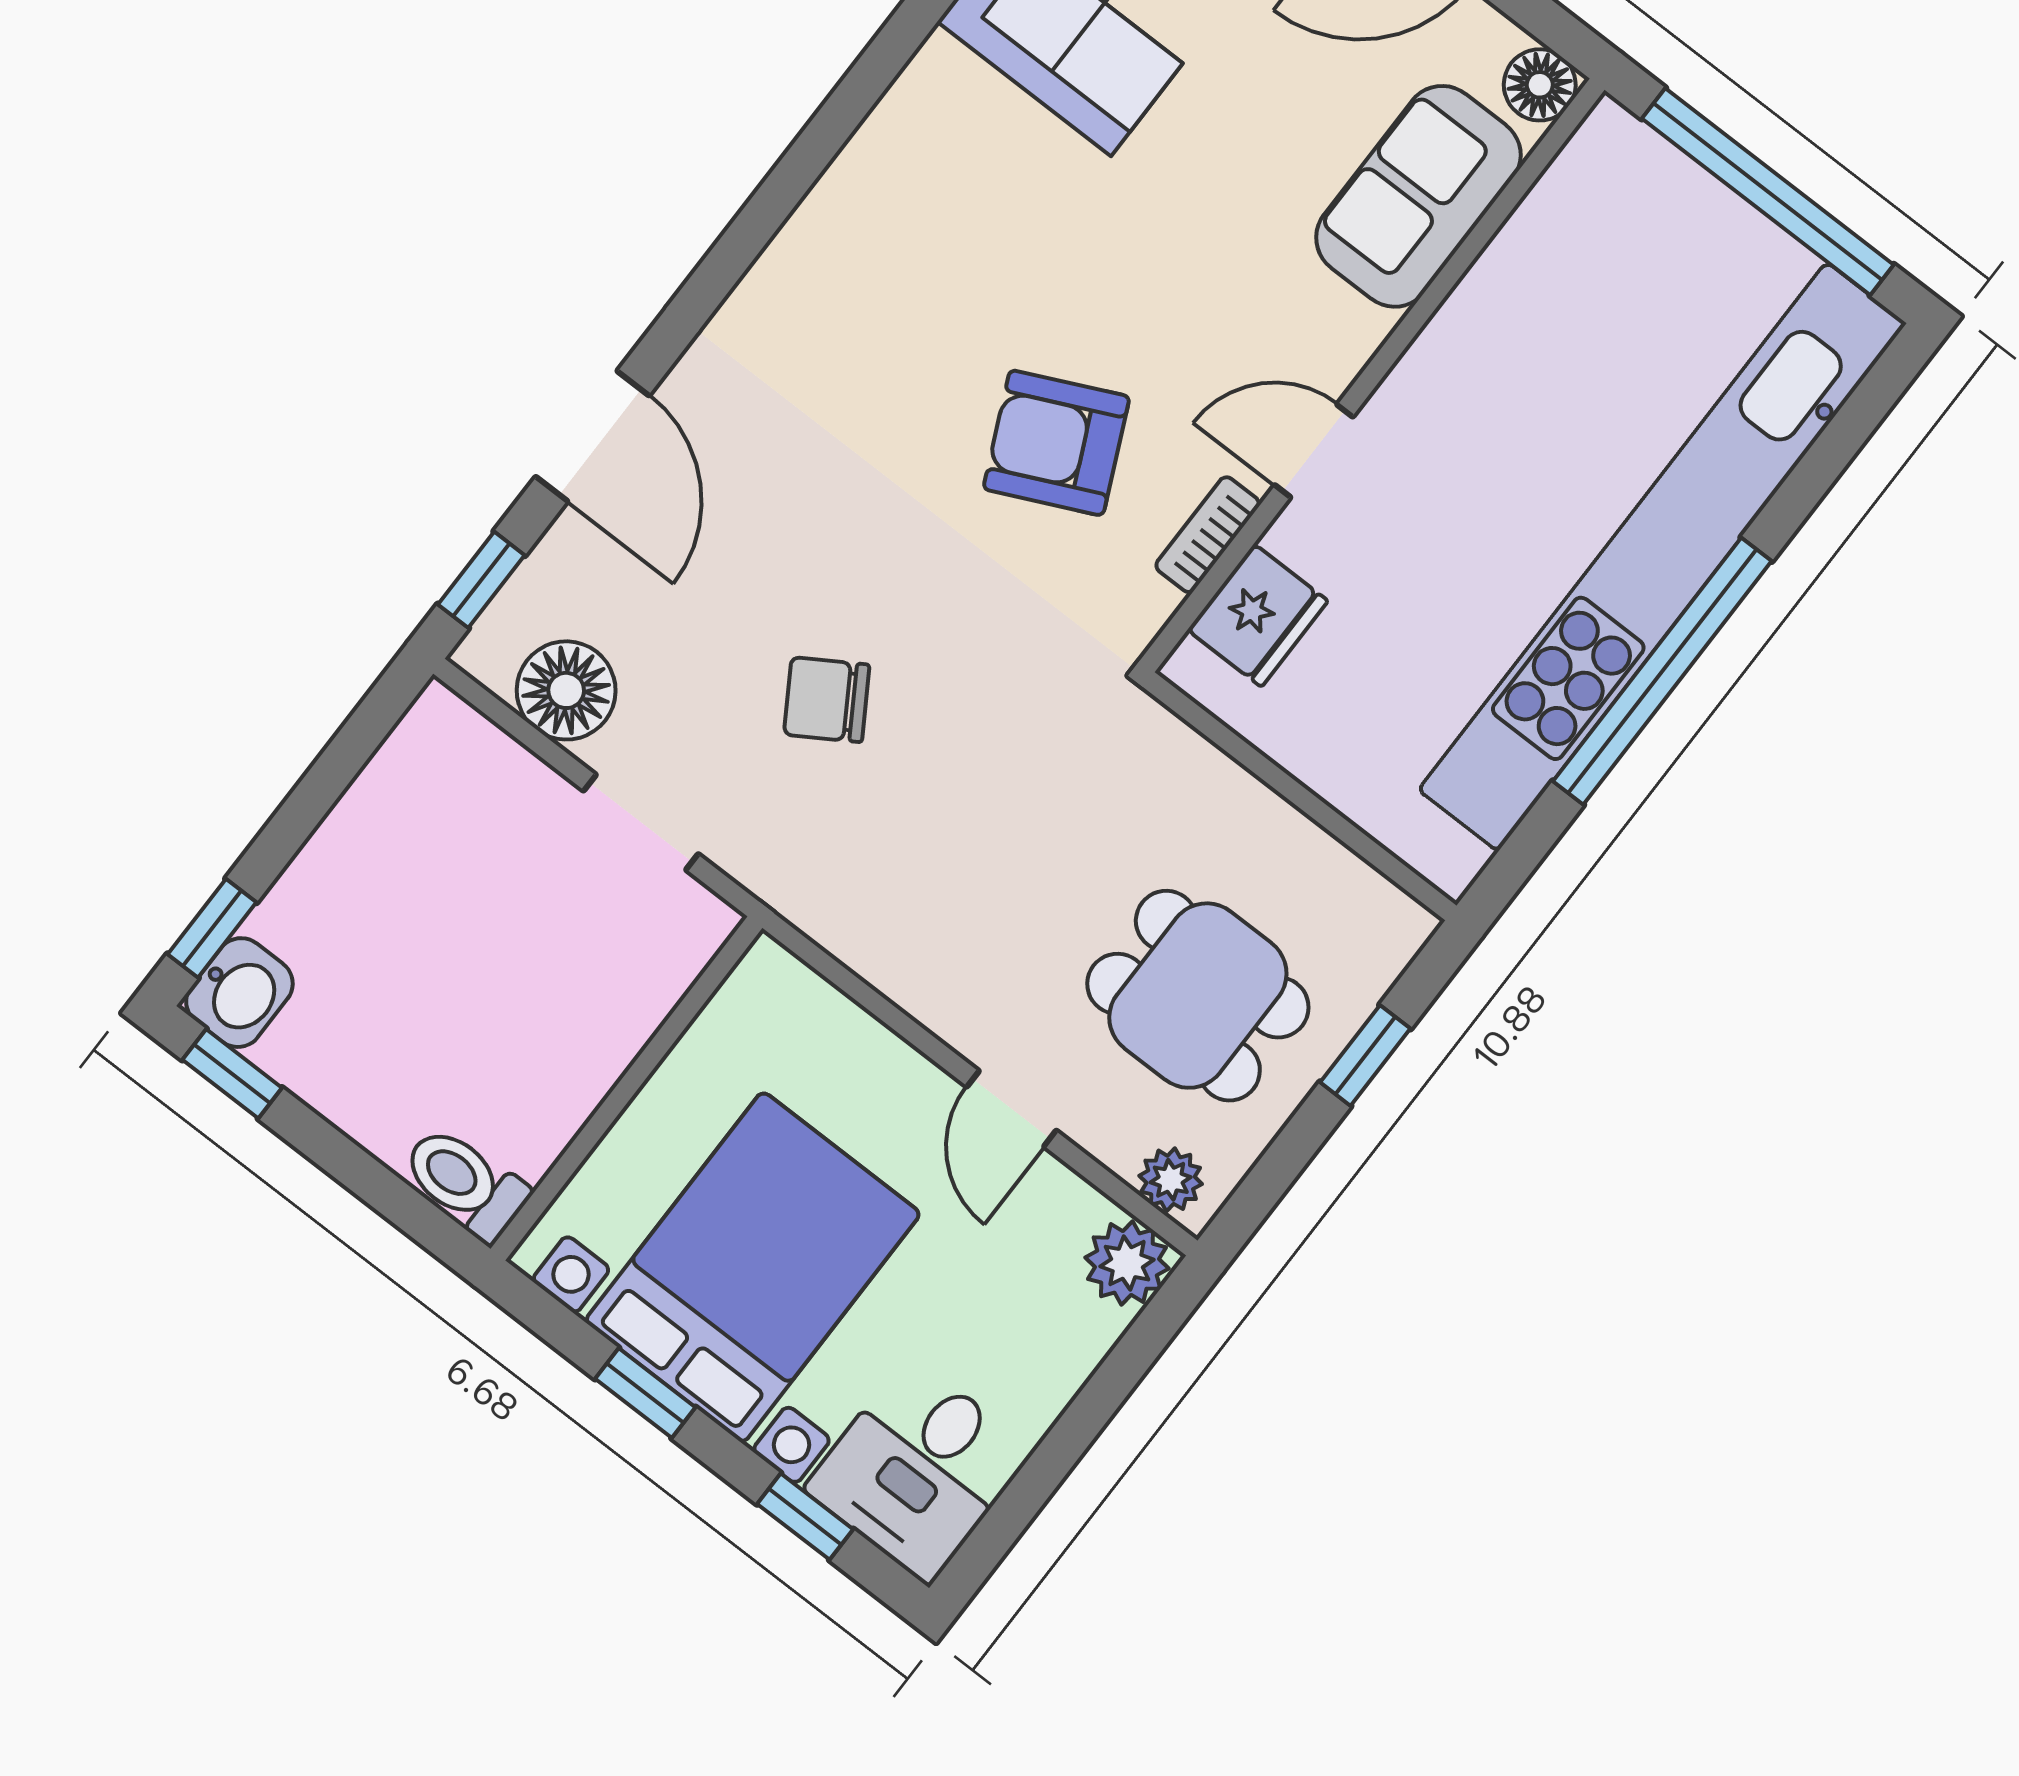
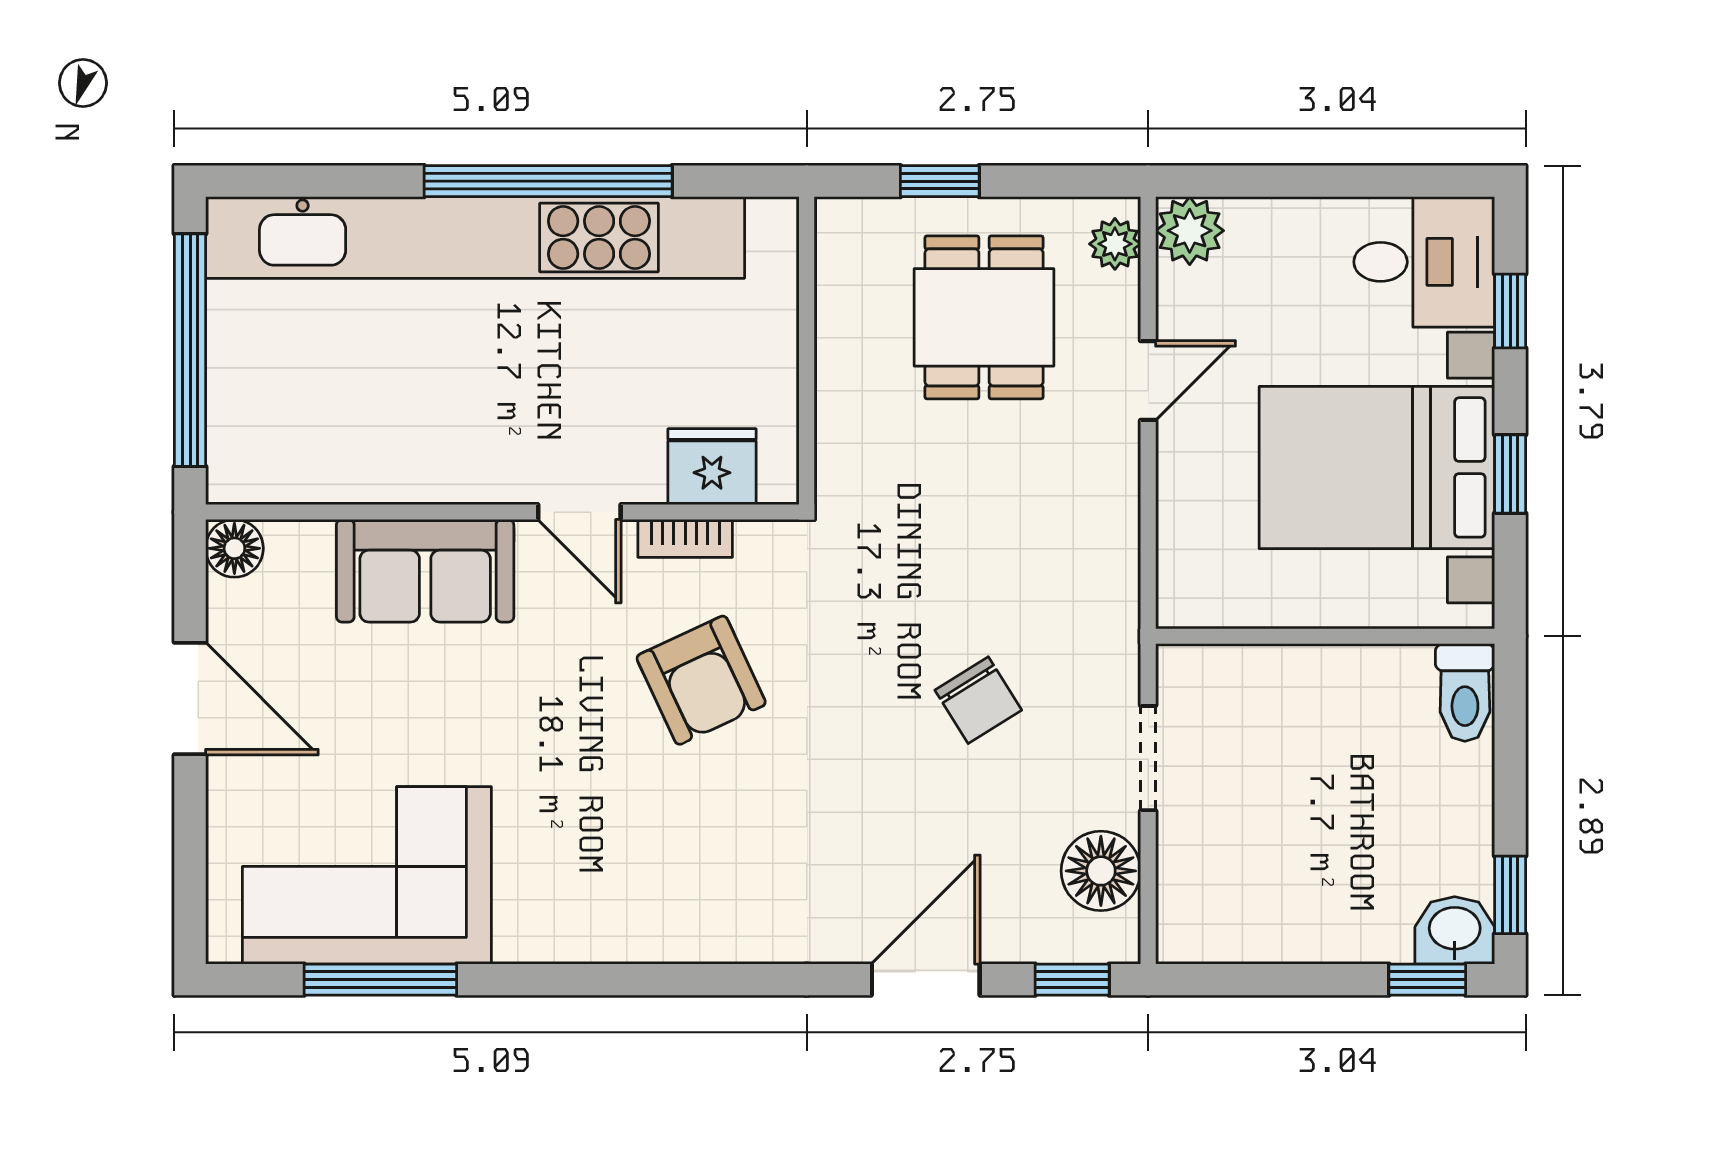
sofa: (1418, 196) -> (425, 571), moved

